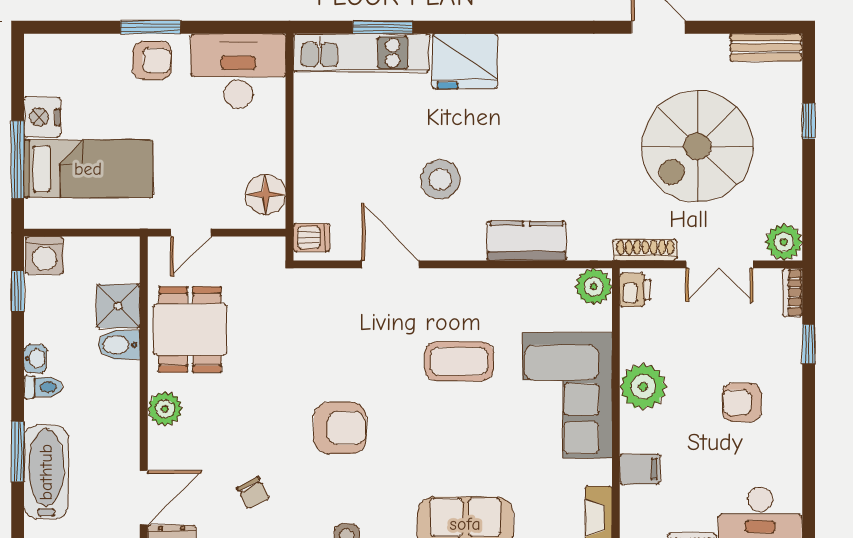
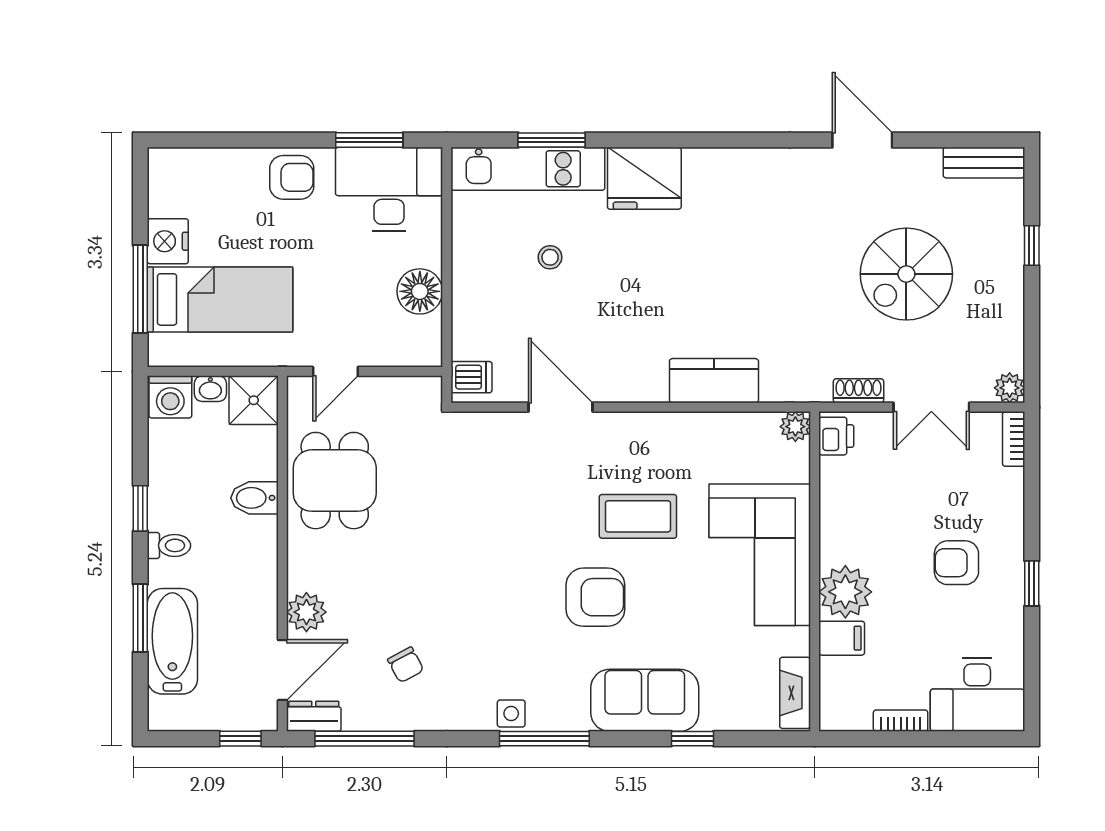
window: (150, 27) -> (369, 140), moved
spiral stairs: (697, 146) -> (906, 274), width x0.73, depth x0.73
stool: (440, 179) -> (550, 257), moved, width x0.53, depth x0.53
floor lamp: (266, 194) -> (420, 291), moved
plant: (784, 242) -> (1010, 388), width x0.73, depth x0.73
shoe rack: (645, 250) -> (859, 391), width x0.70
plant: (594, 287) -> (795, 427), width x0.73, depth x0.73
window: (18, 291) -> (140, 508), moved
shower: (118, 306) -> (254, 400), moved
window: (809, 344) -> (1032, 583), moved
washbasin: (35, 359) -> (210, 389), moved, turned 90
plant: (643, 387) -> (845, 592), moved
plant: (165, 409) -> (306, 612), moved
armchair: (340, 428) -> (595, 597), moved

